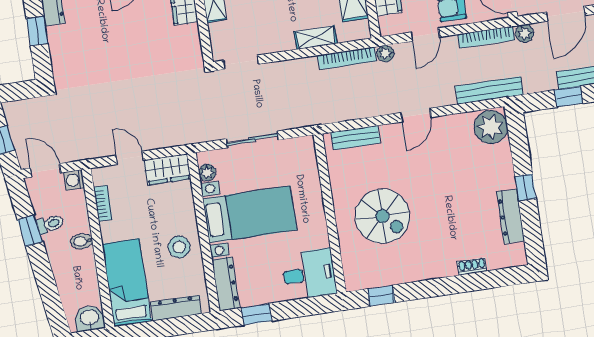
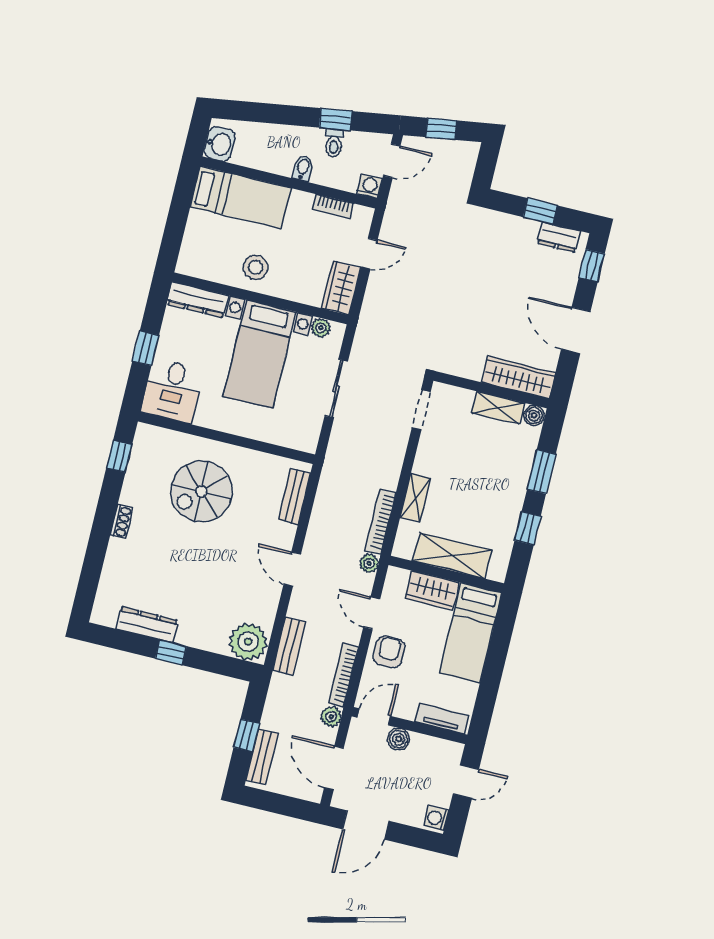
bench: (489, 90) -> (289, 646), width x0.73
shoe rack: (472, 266) -> (121, 521), moved
dresser: (176, 308) -> (194, 238), removed
window: (257, 314) -> (146, 348), moved

